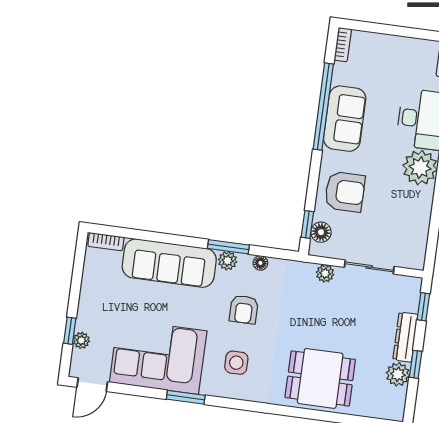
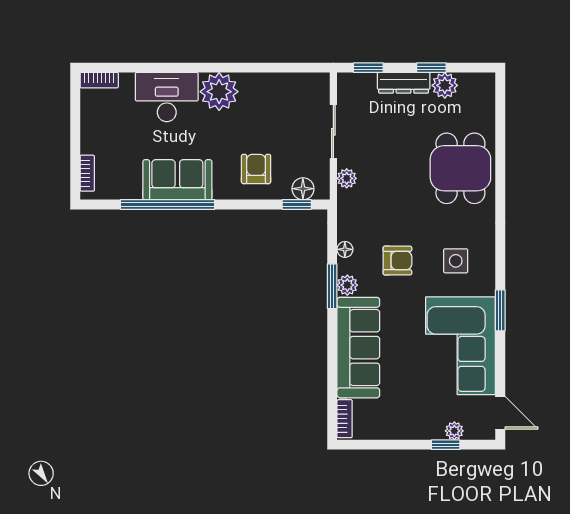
bookcase: (343, 45) -> (87, 173), moved, turned 90
armchair: (345, 192) -> (256, 169), width x0.72, depth x0.72

